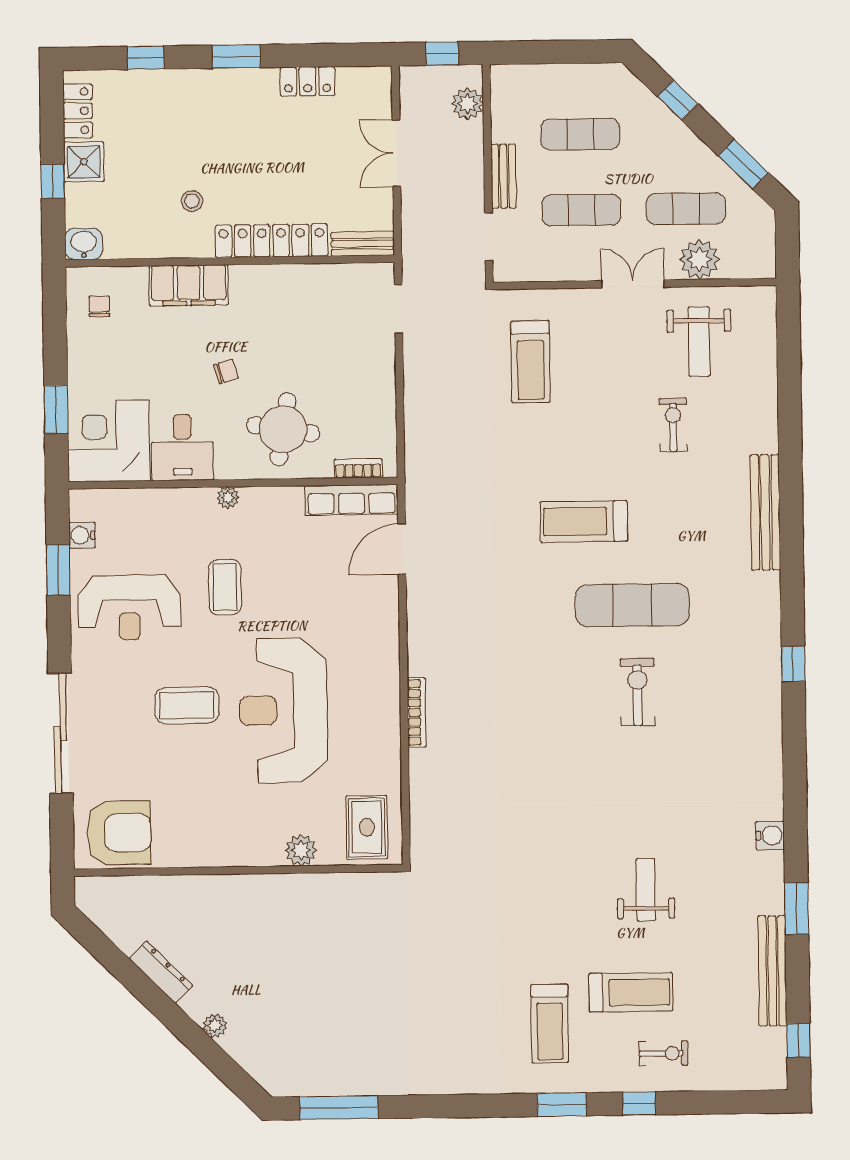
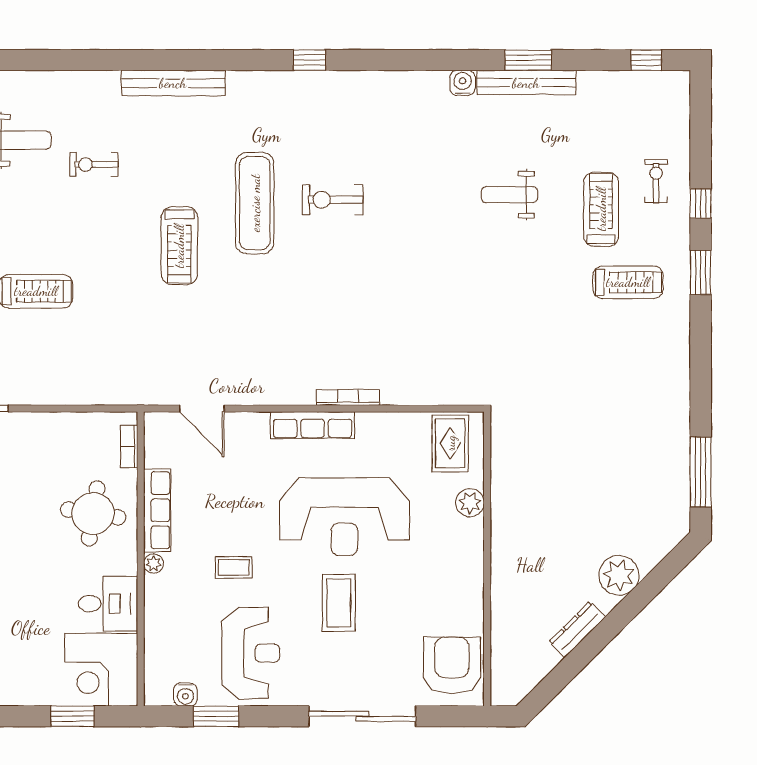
chair: (226, 372) -> (41, 564), removed
row of seats: (351, 500) -> (157, 510), moved
coffee table: (225, 587) -> (234, 567), width x0.73, depth x0.77
row of seats: (385, 673) -> (313, 425), added
rug: (367, 827) -> (450, 443), turned 90
bench: (772, 971) -> (526, 83), moved
plant: (215, 1025) -> (619, 575), width x1.88, depth x1.88

